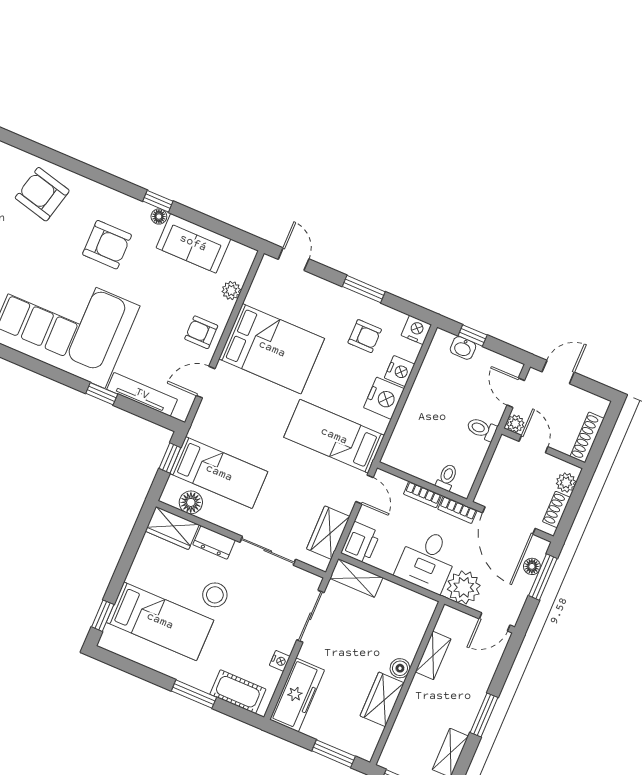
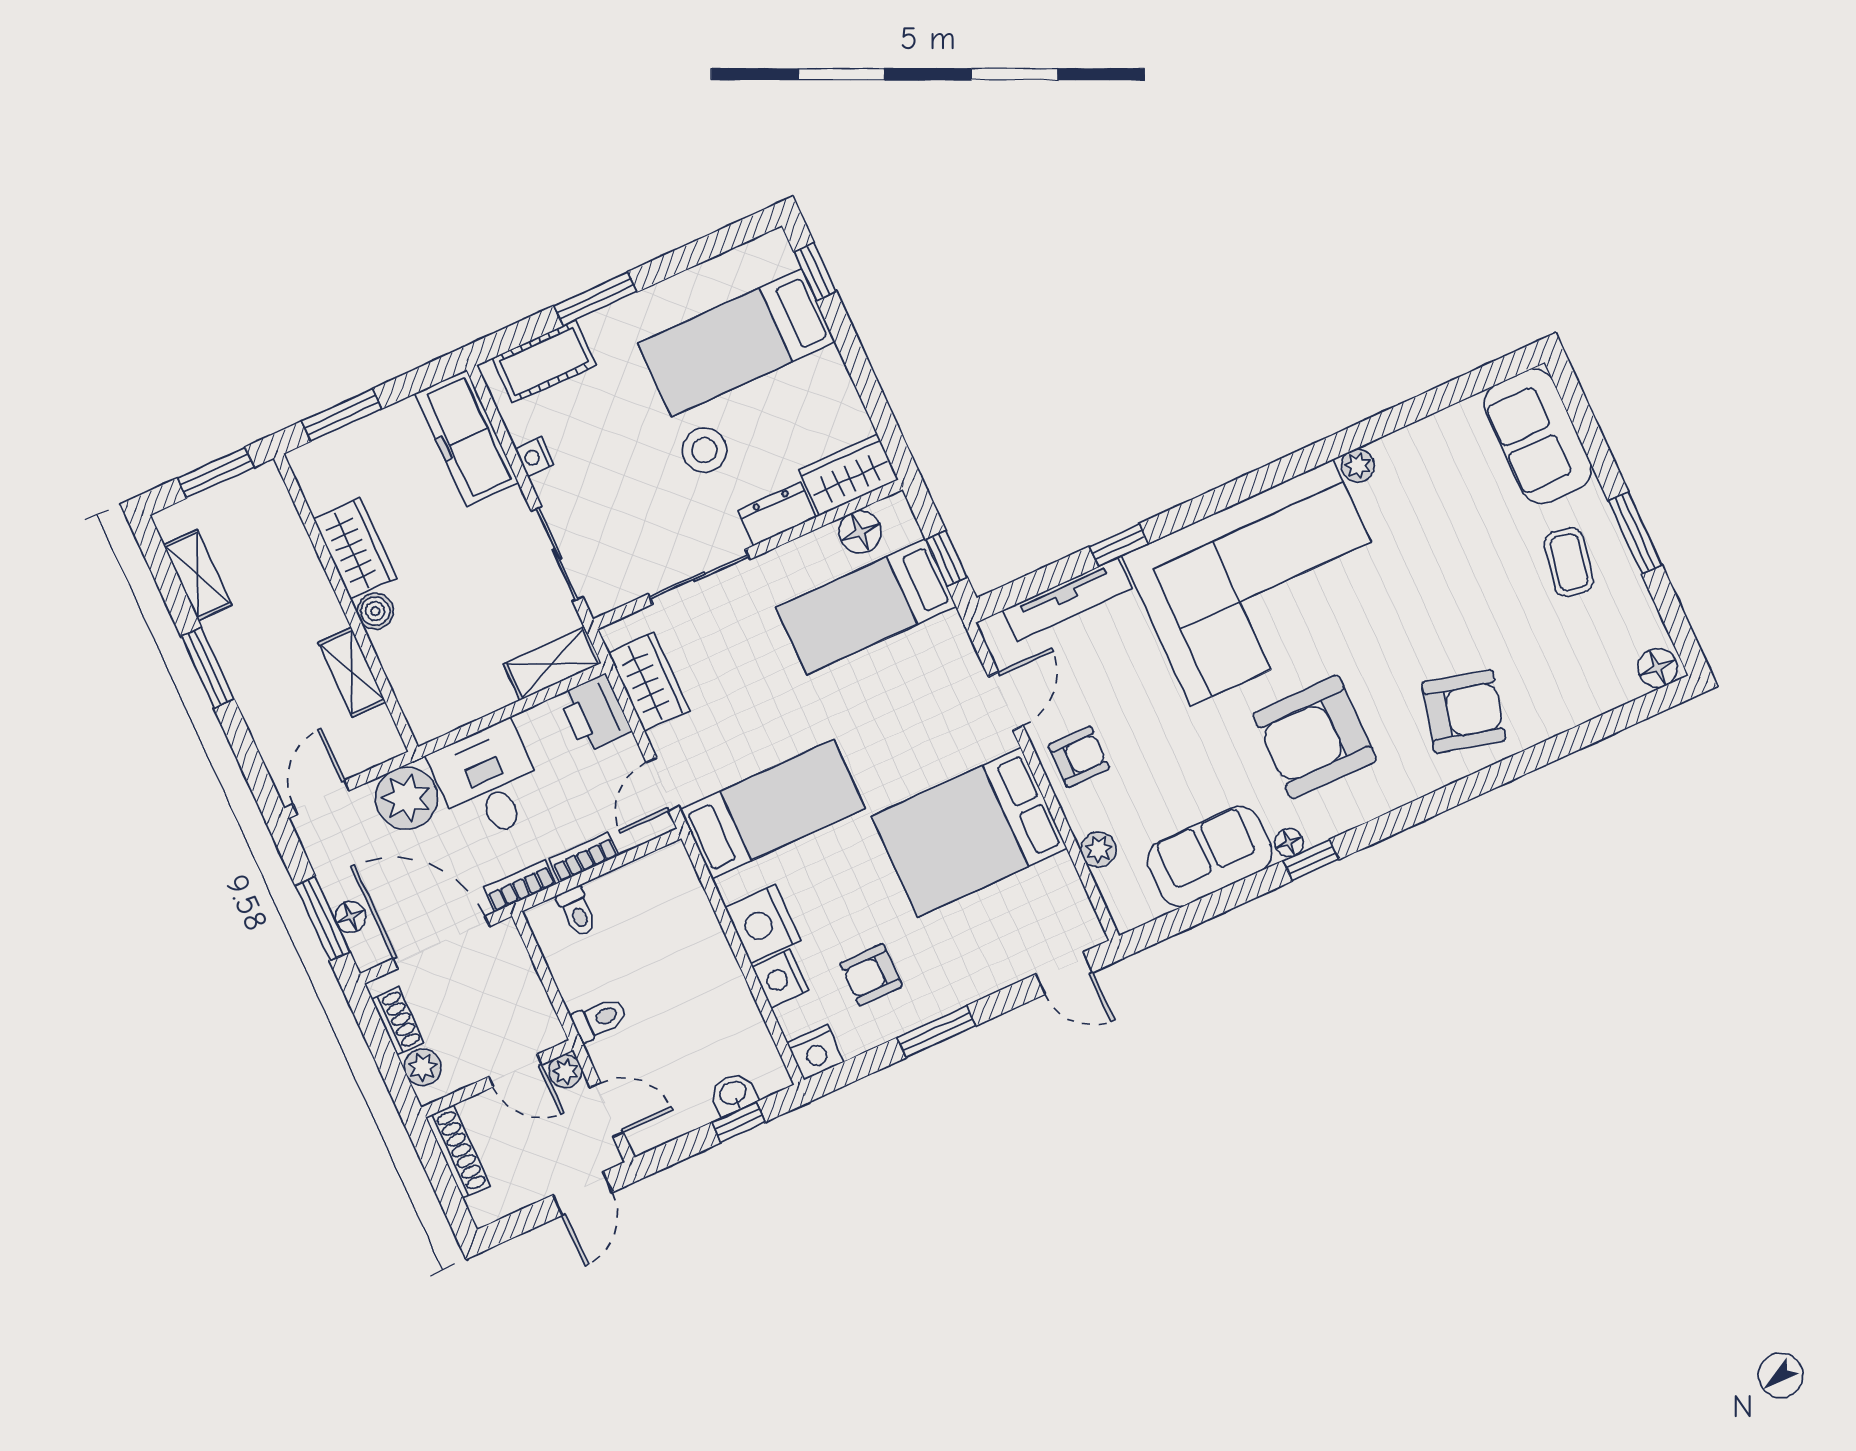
armchair: (107, 245) -> (1315, 737), width x1.36, depth x1.36
door: (364, 489) -> (663, 784), hinge flipped

